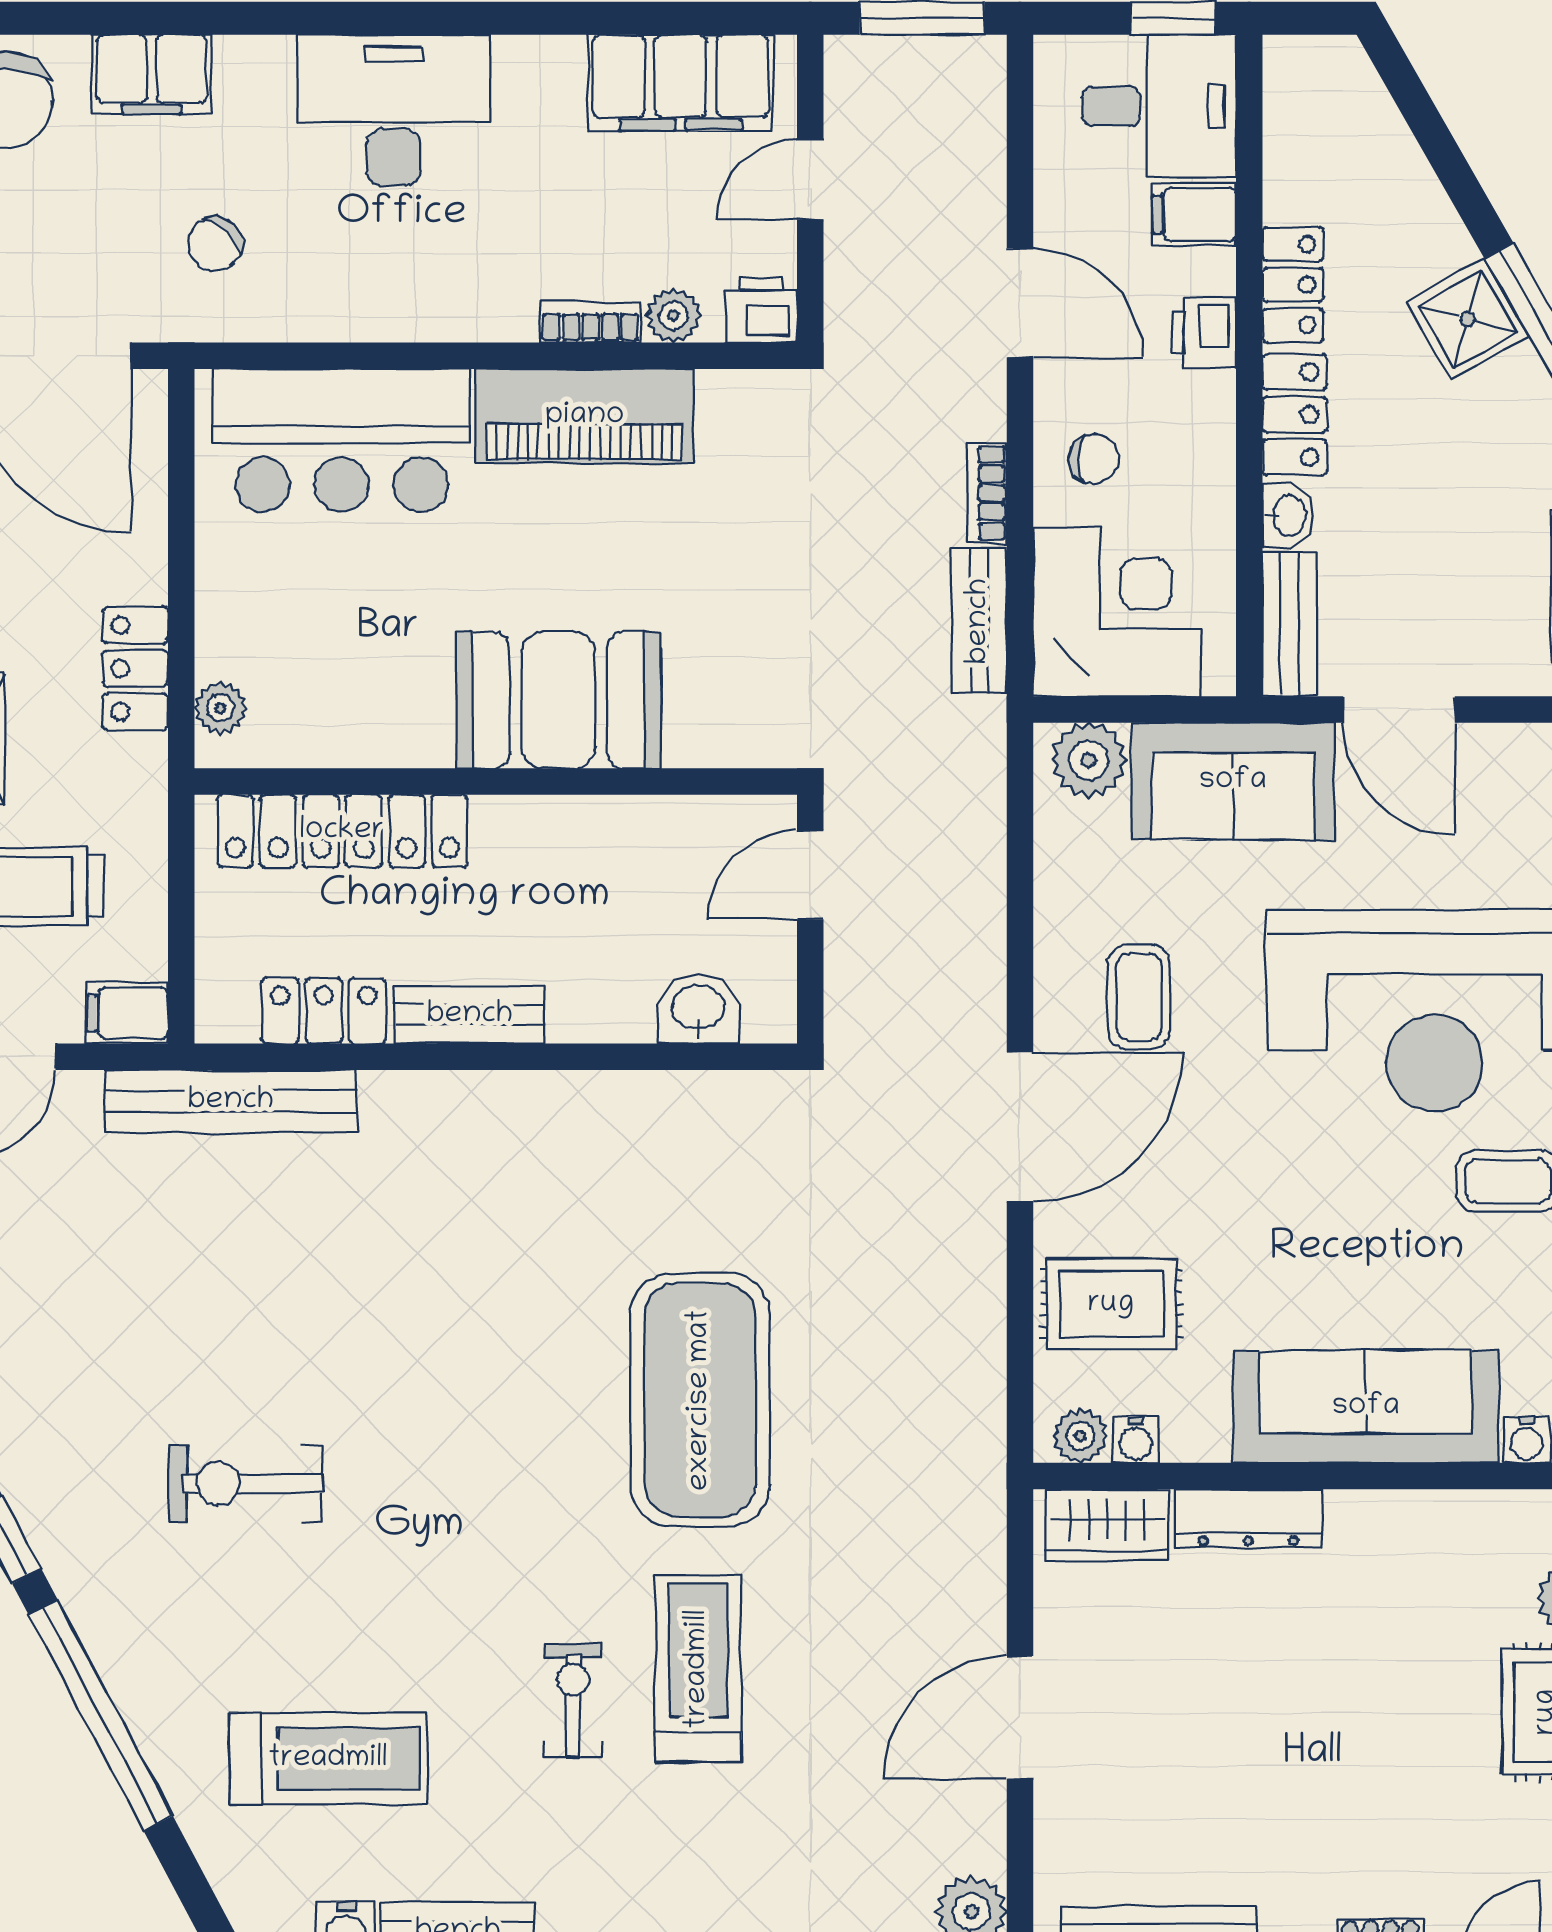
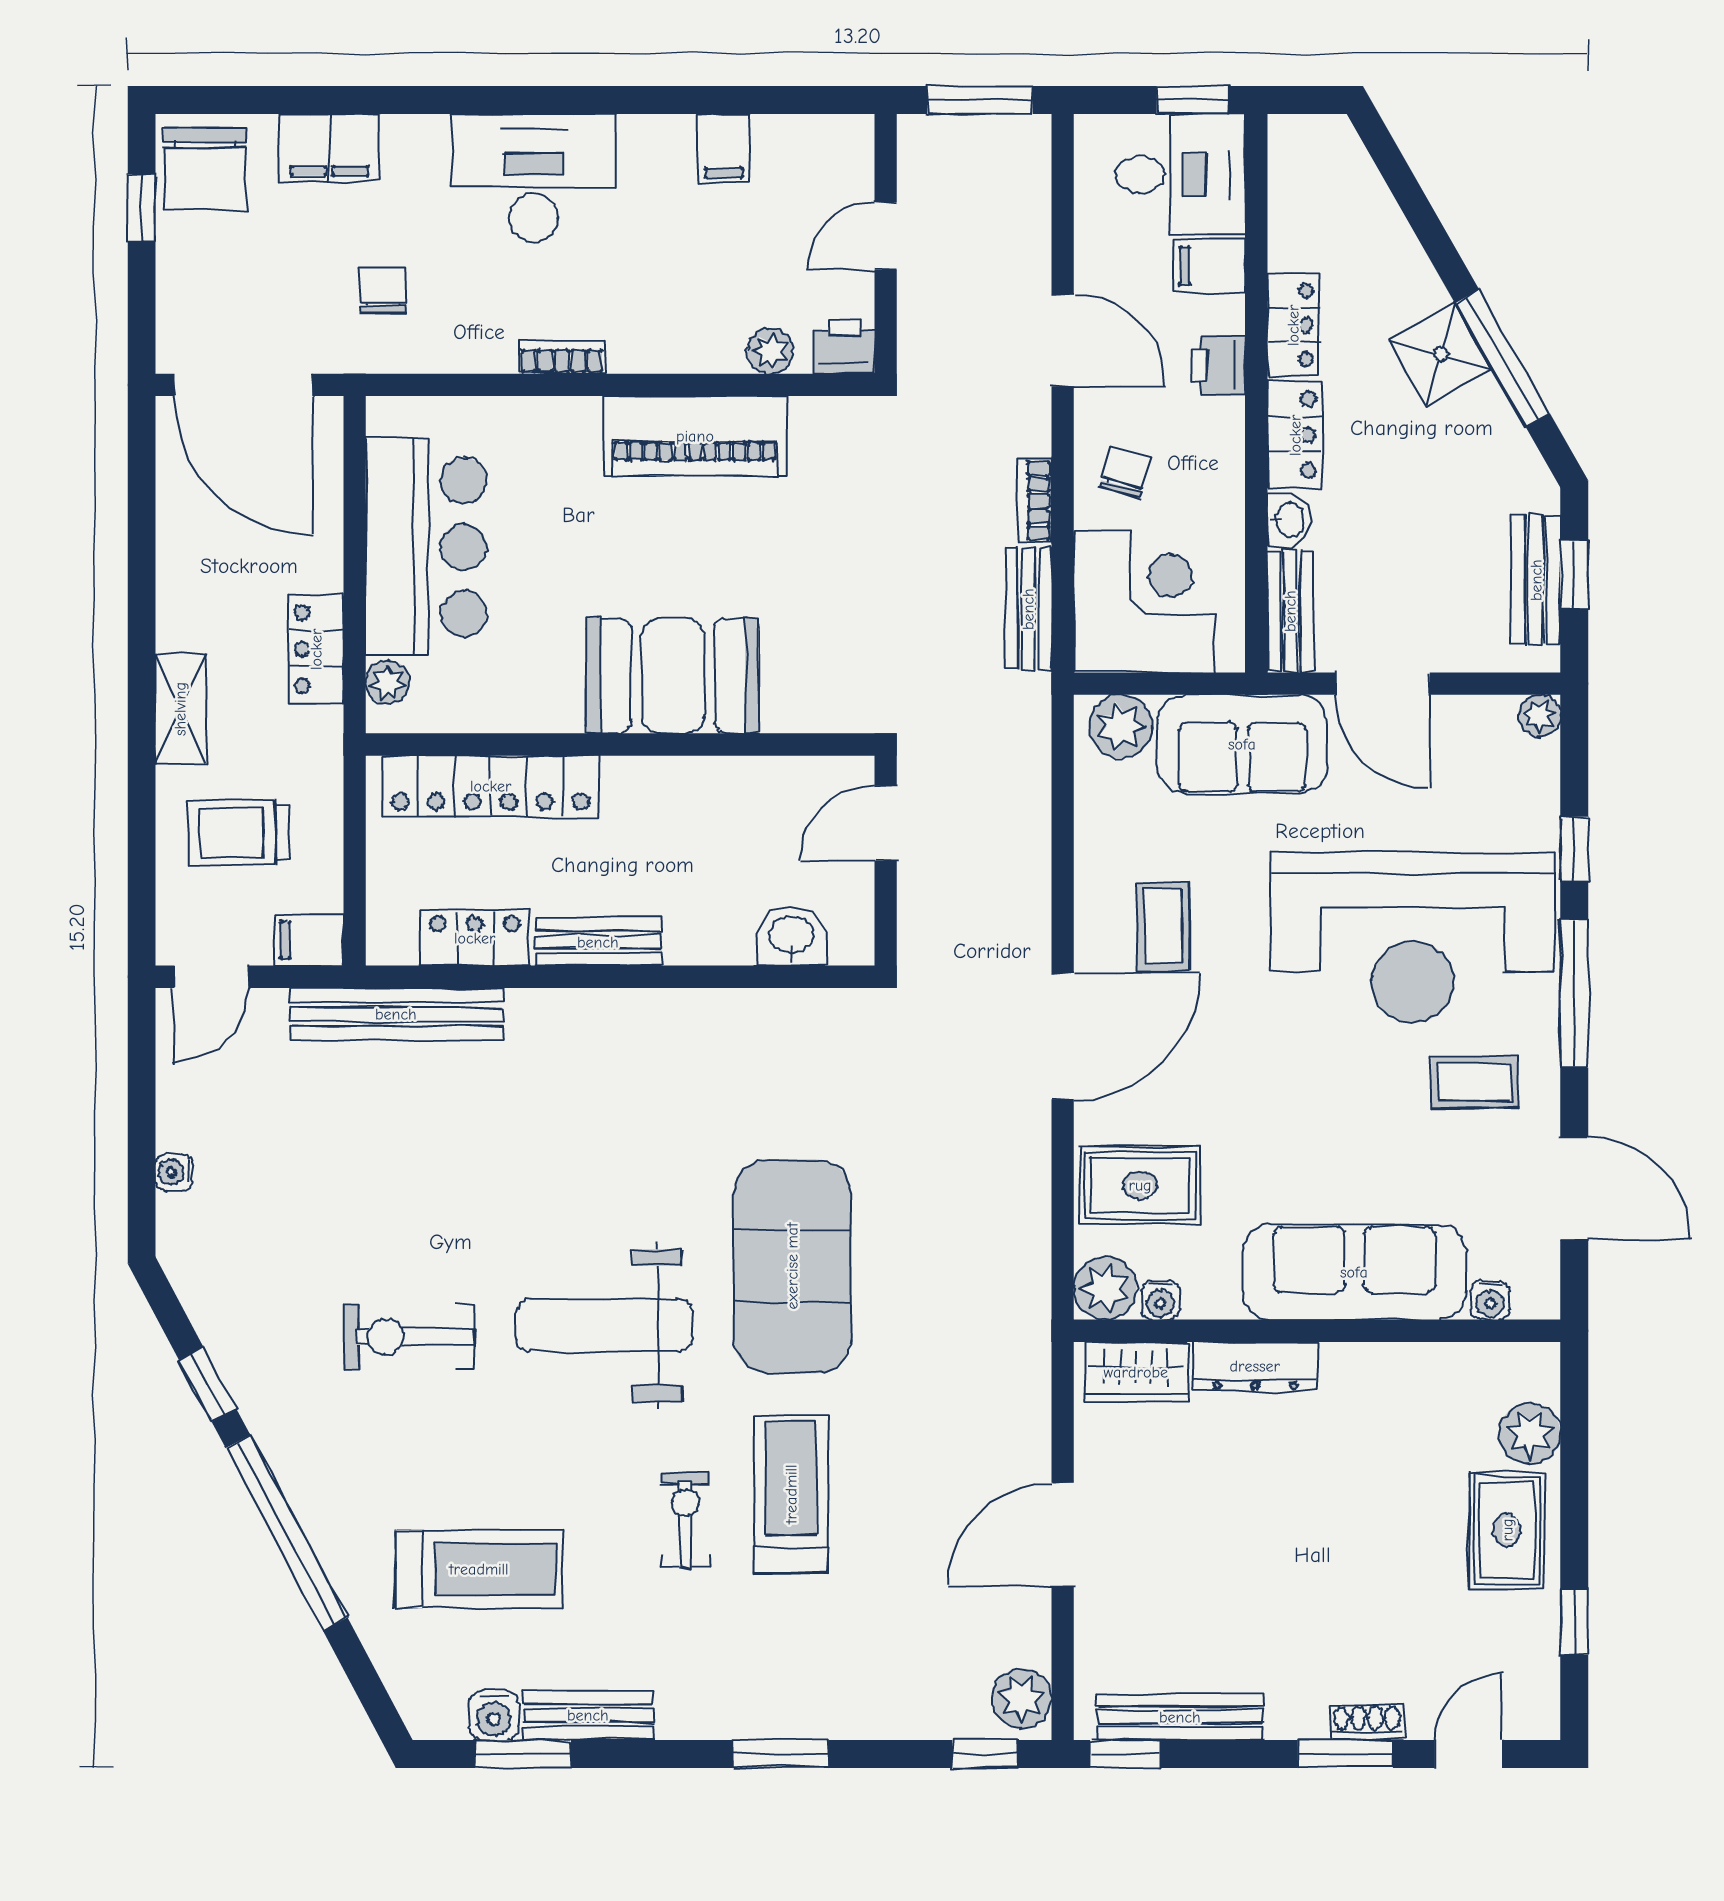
filing cabinet: (681, 83) -> (724, 149), width x0.33, depth x0.86
chair: (215, 244) -> (383, 291), turned 136
bookcase: (590, 322) -> (562, 357), moved
bar counter: (342, 440) -> (426, 547), moved, turned -90
chair: (1094, 459) -> (1125, 472), turned -75
plant: (1080, 1436) -> (1105, 1288), width x1.38, depth x1.38
weight bench: (477, 1470) -> (604, 1325), added

